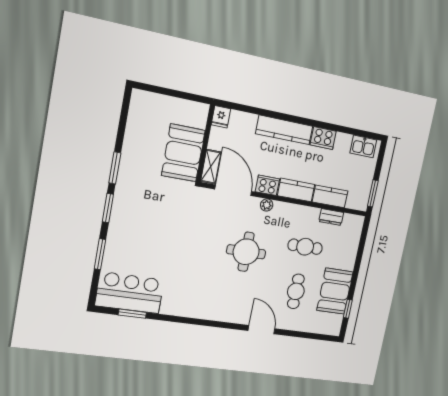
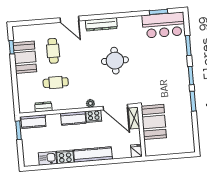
kitchen sink: (363, 146) -> (48, 158), moved
kitchen counter: (330, 196) -> (33, 122), moved
round table: (246, 252) -> (115, 61), moved
dresser: (220, 313) -> (101, 24), added

